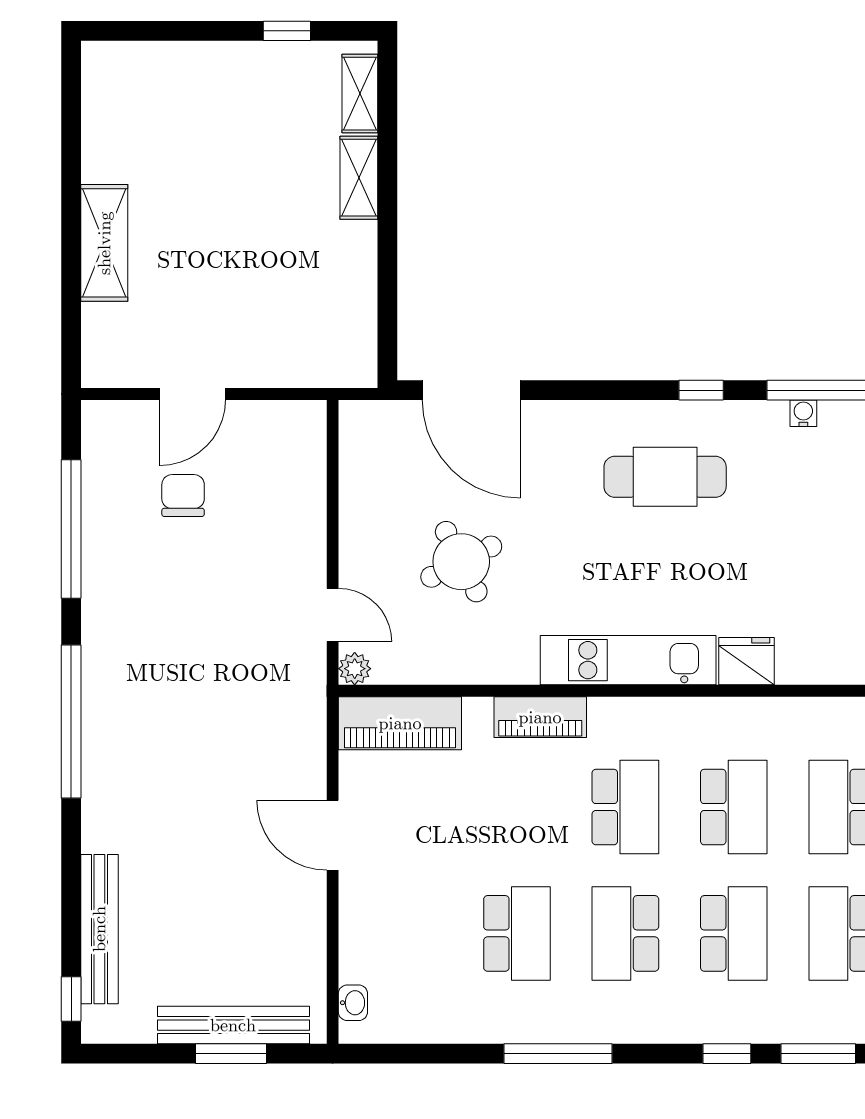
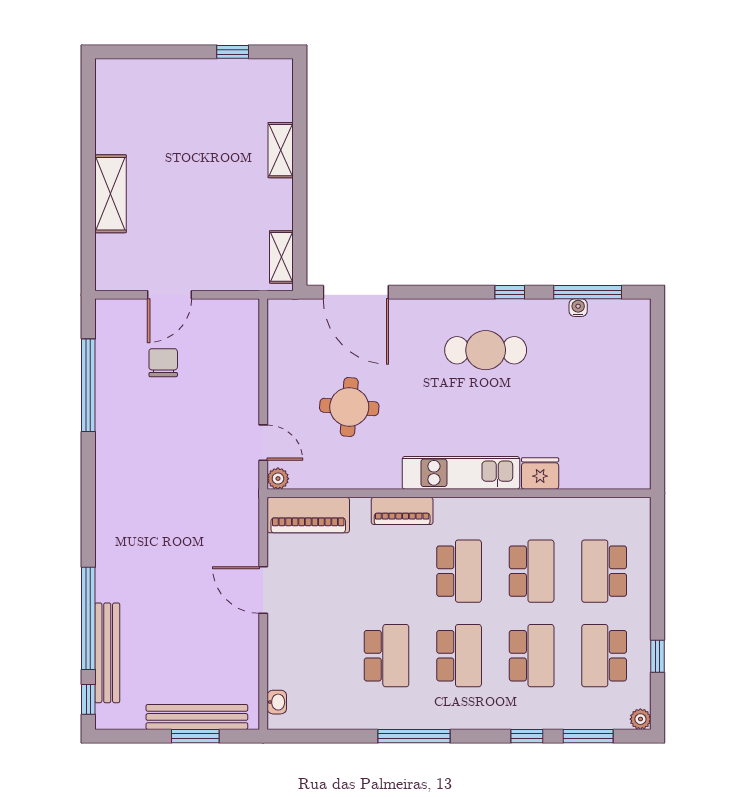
shelving: (360, 94) -> (281, 257), moved
round table: (461, 562) -> (349, 407), turned 31
window: (71, 721) -> (88, 618), moved
school desk: (625, 933) -> (459, 656), turned 180

